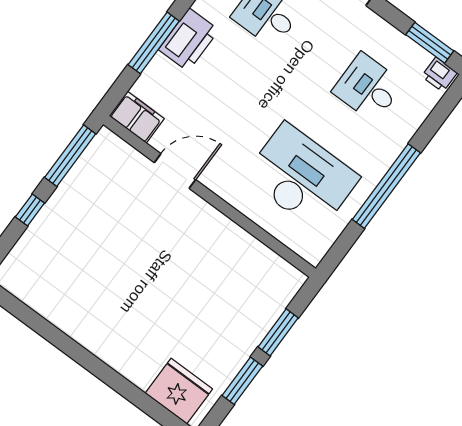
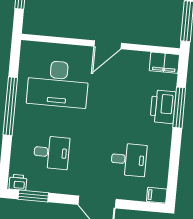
printer: (189, 40) -> (163, 107), moved
door: (175, 171) -> (108, 45), moved

